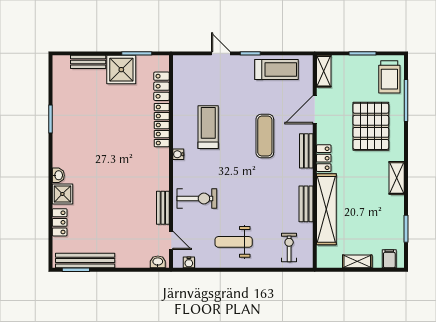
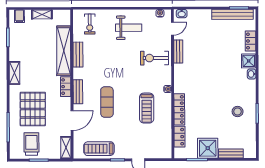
trolley: (389, 77) -> (31, 144), moved
stool: (79, 122) -> (238, 112), added
door: (171, 240) -> (172, 29), swing flipped

